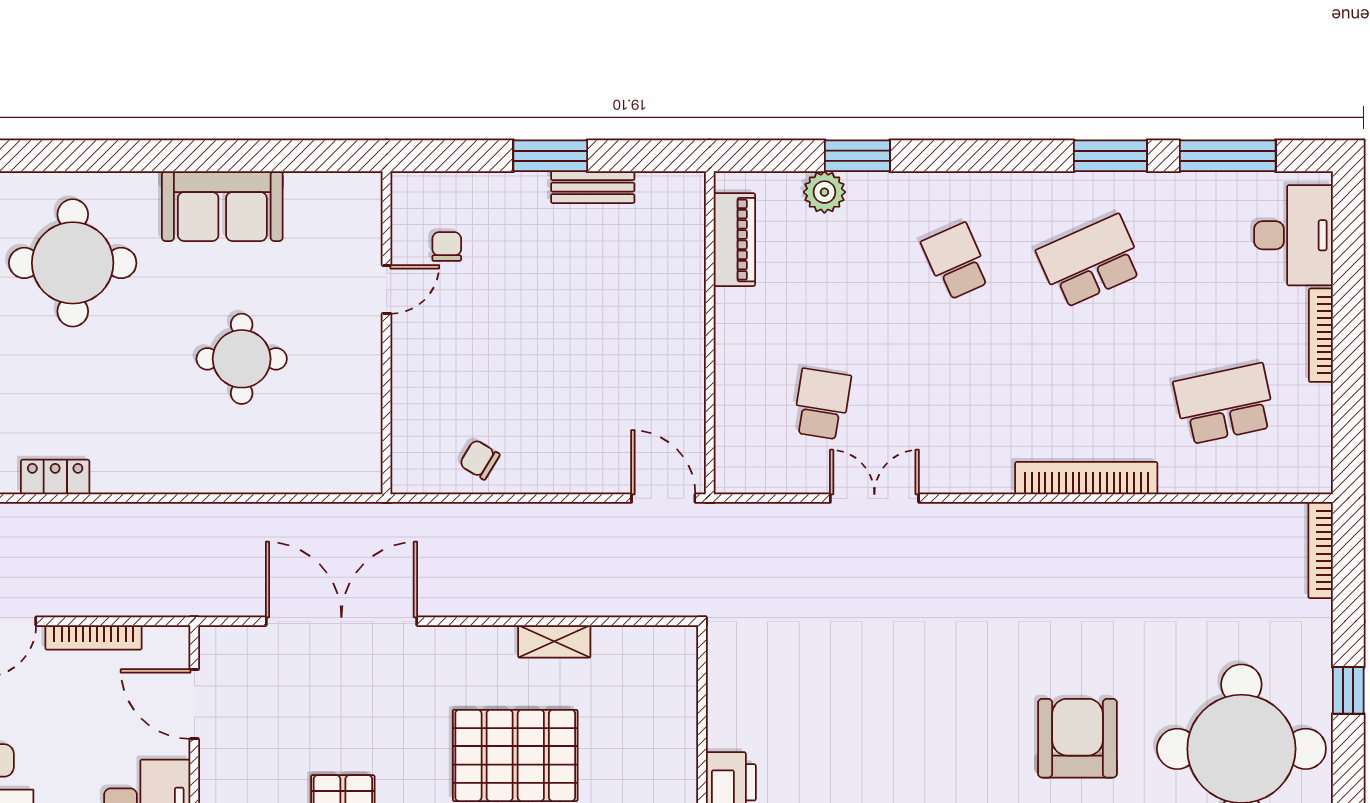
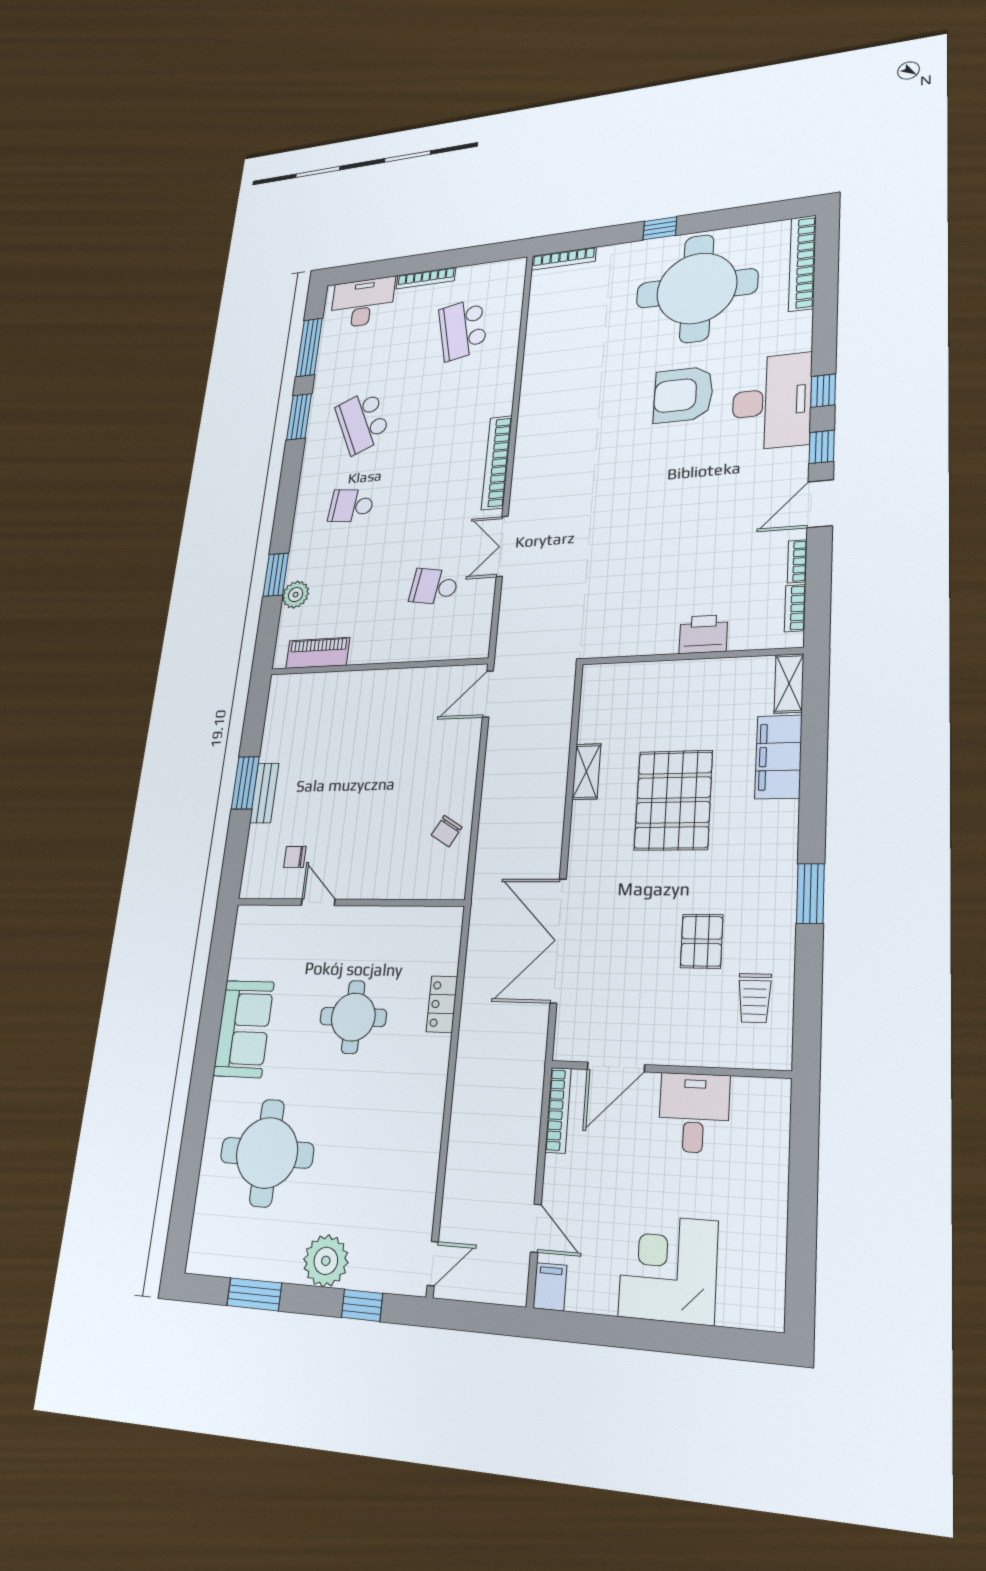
bench: (593, 187) -> (264, 793), moved
school desk: (956, 261) -> (351, 506), turned 30
locker: (55, 477) -> (442, 1004), moved
bookcase: (1086, 478) -> (497, 463), moved
bookcase: (94, 637) -> (558, 1110), moved

